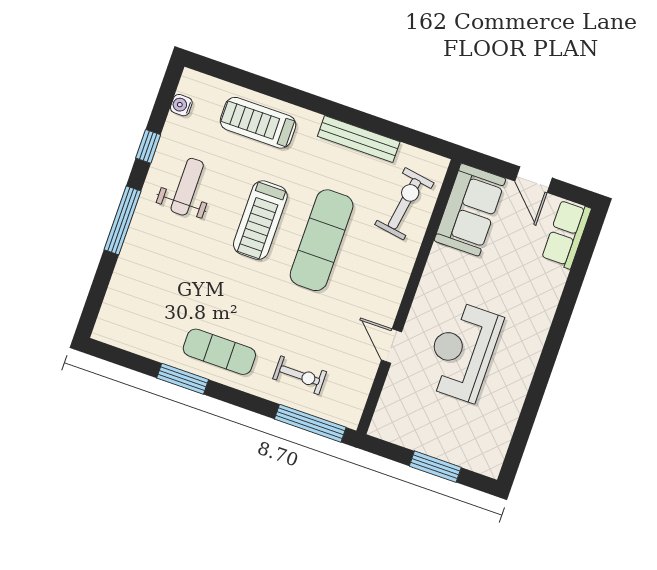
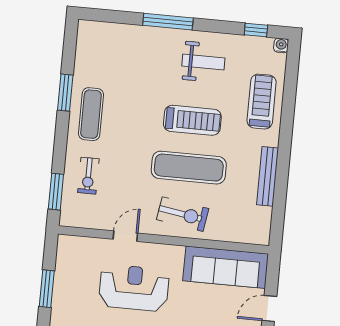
water cooler: (181, 105) -> (281, 45), moved
window: (148, 146) -> (256, 30), moved
exercise bike: (404, 204) -> (183, 214), moved
sofa: (470, 210) -> (226, 267), width x1.36
treadmill: (260, 220) -> (192, 120), turned 180
window: (310, 423) -> (56, 192), width x0.69

